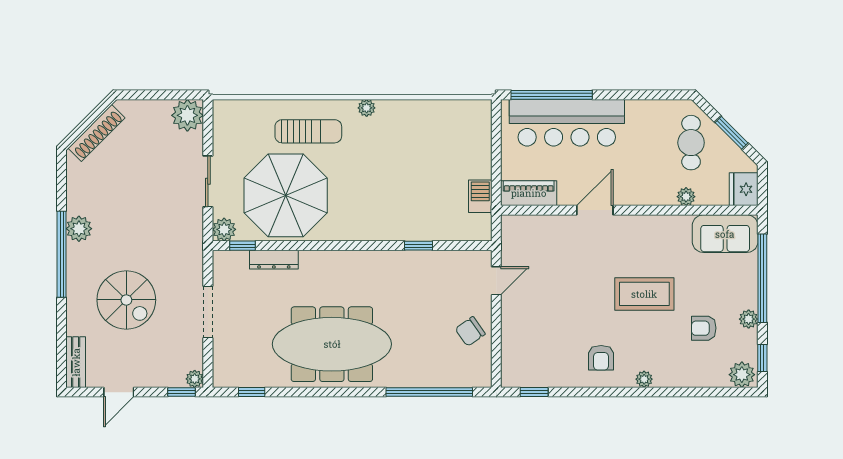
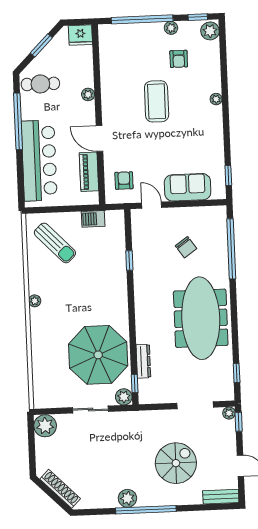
window: (552, 95) -> (18, 121), moved
sun lounger: (308, 131) -> (55, 243), moved, turned 136
cafe table: (691, 143) -> (40, 84), moved
piano: (529, 193) -> (89, 172), moved
plant: (686, 197) -> (88, 94), moved
sofa: (725, 234) -> (188, 187), moved, turned -90
doorway: (208, 312) -> (195, 405), moved
chair: (470, 331) -> (186, 247), moved
armchair: (601, 358) -> (124, 180), moved, turned -90

